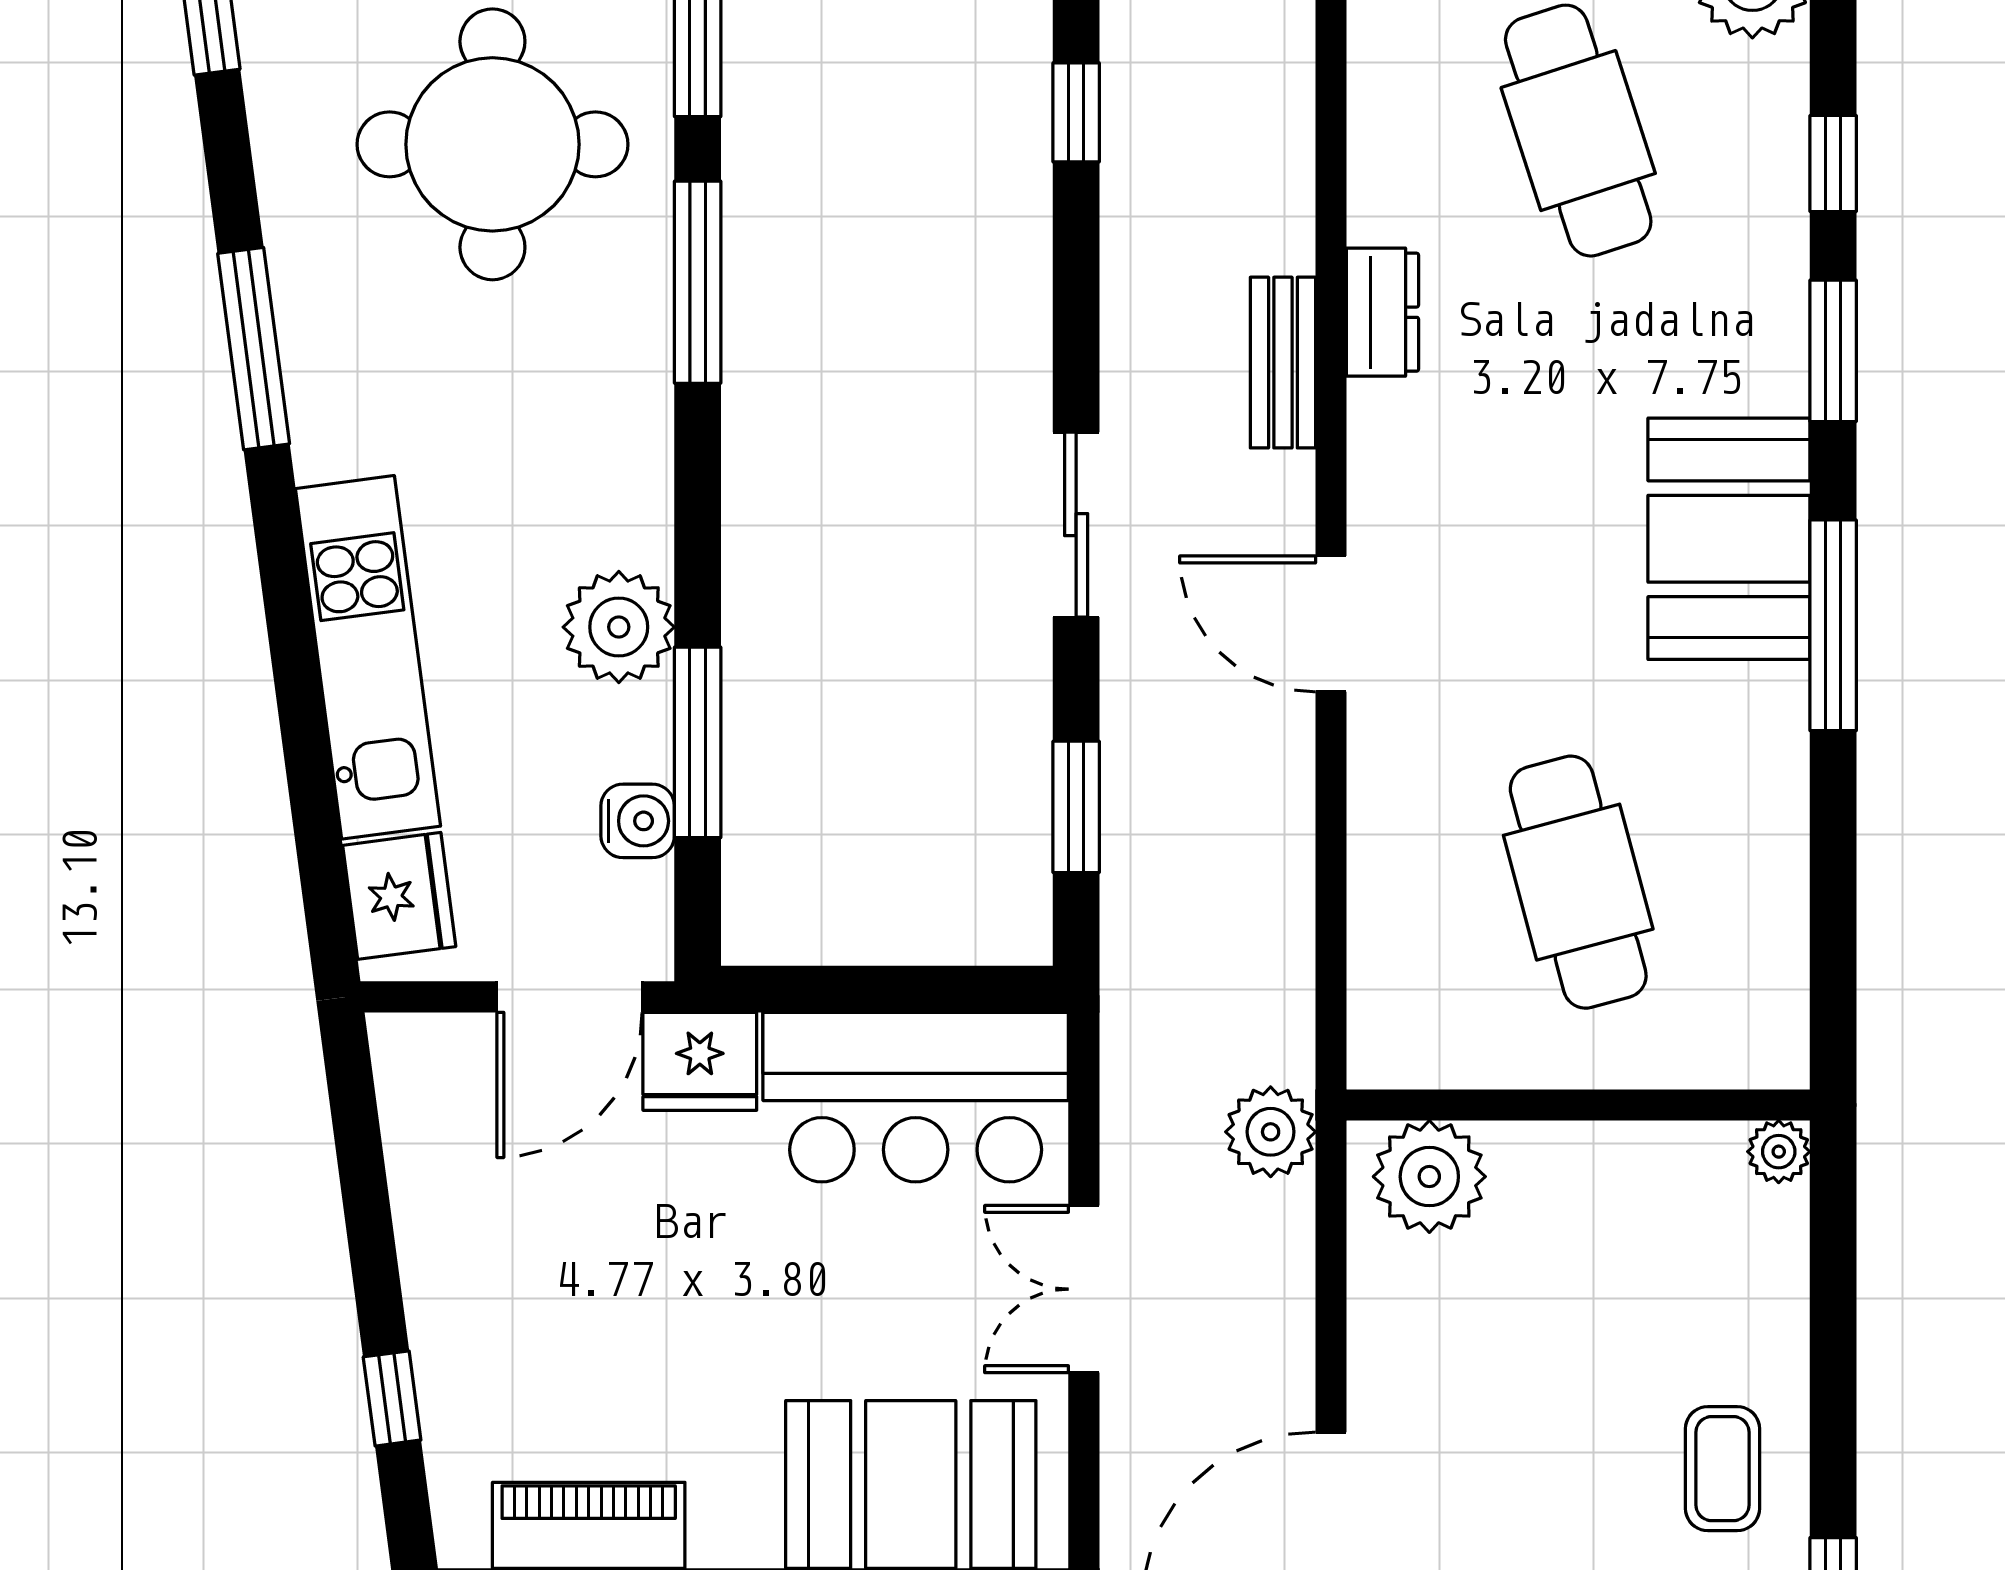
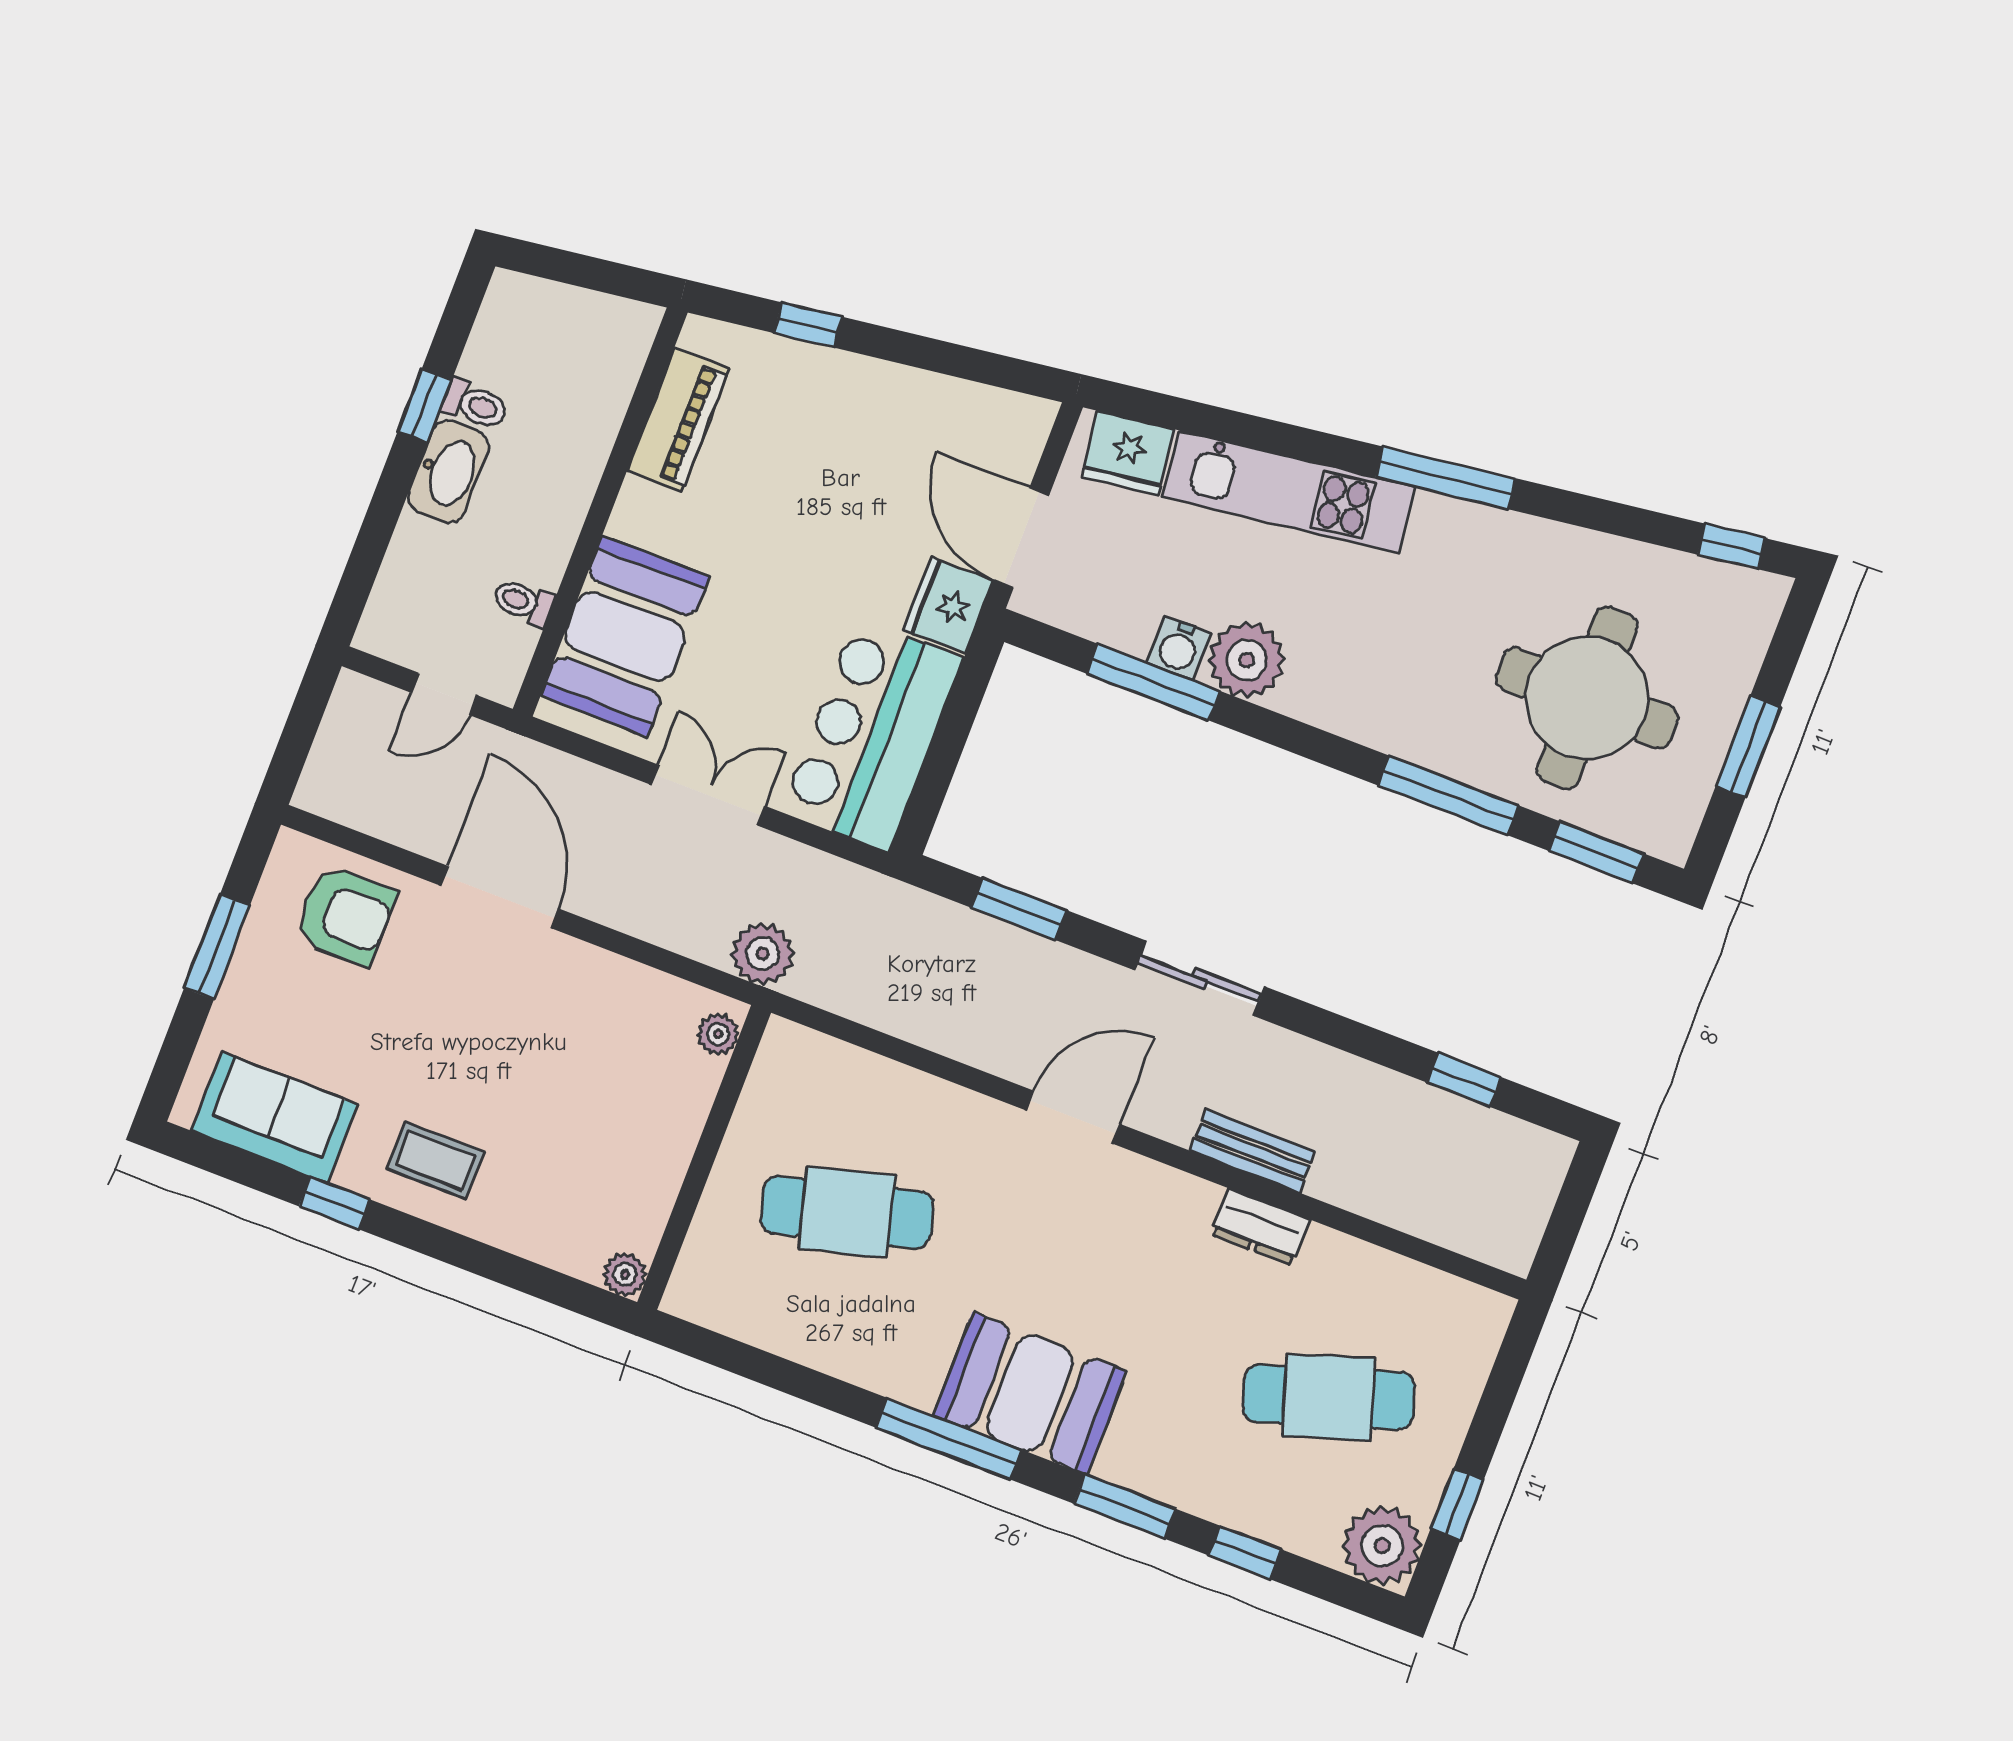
window: (254, 349) -> (1445, 478), moved
water cooler: (638, 821) -> (1179, 648), moved
plant: (1429, 1177) -> (718, 1034), width x0.53, depth x0.53

